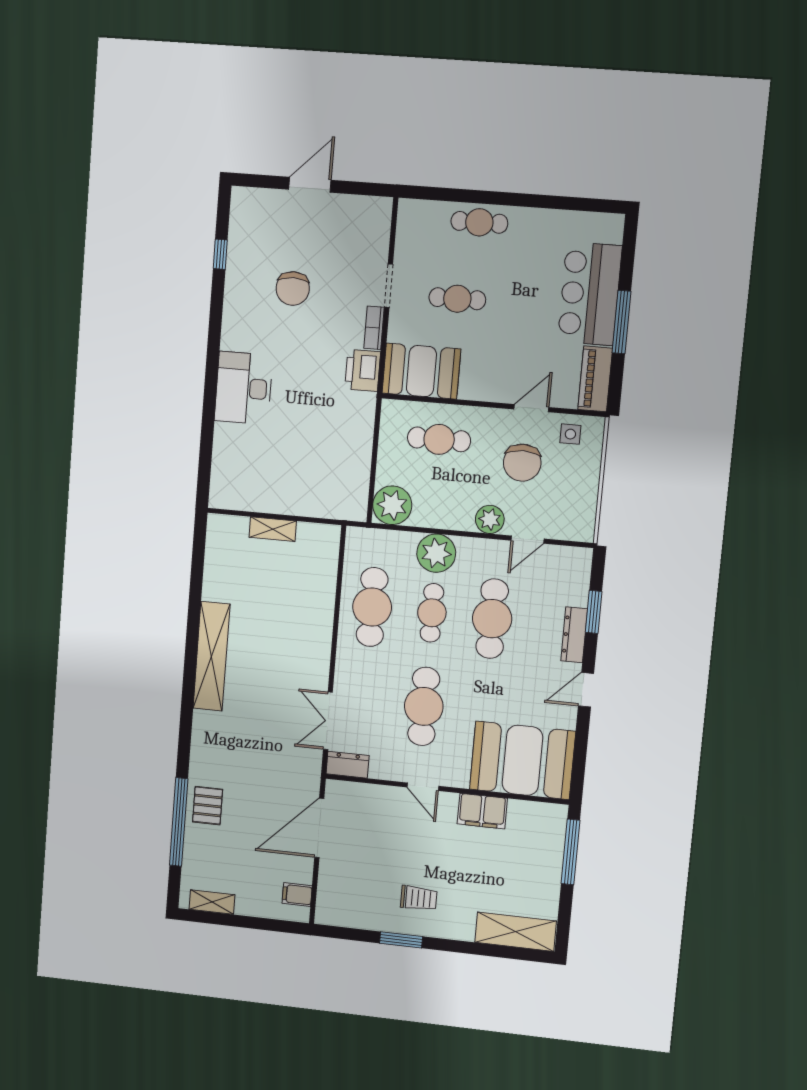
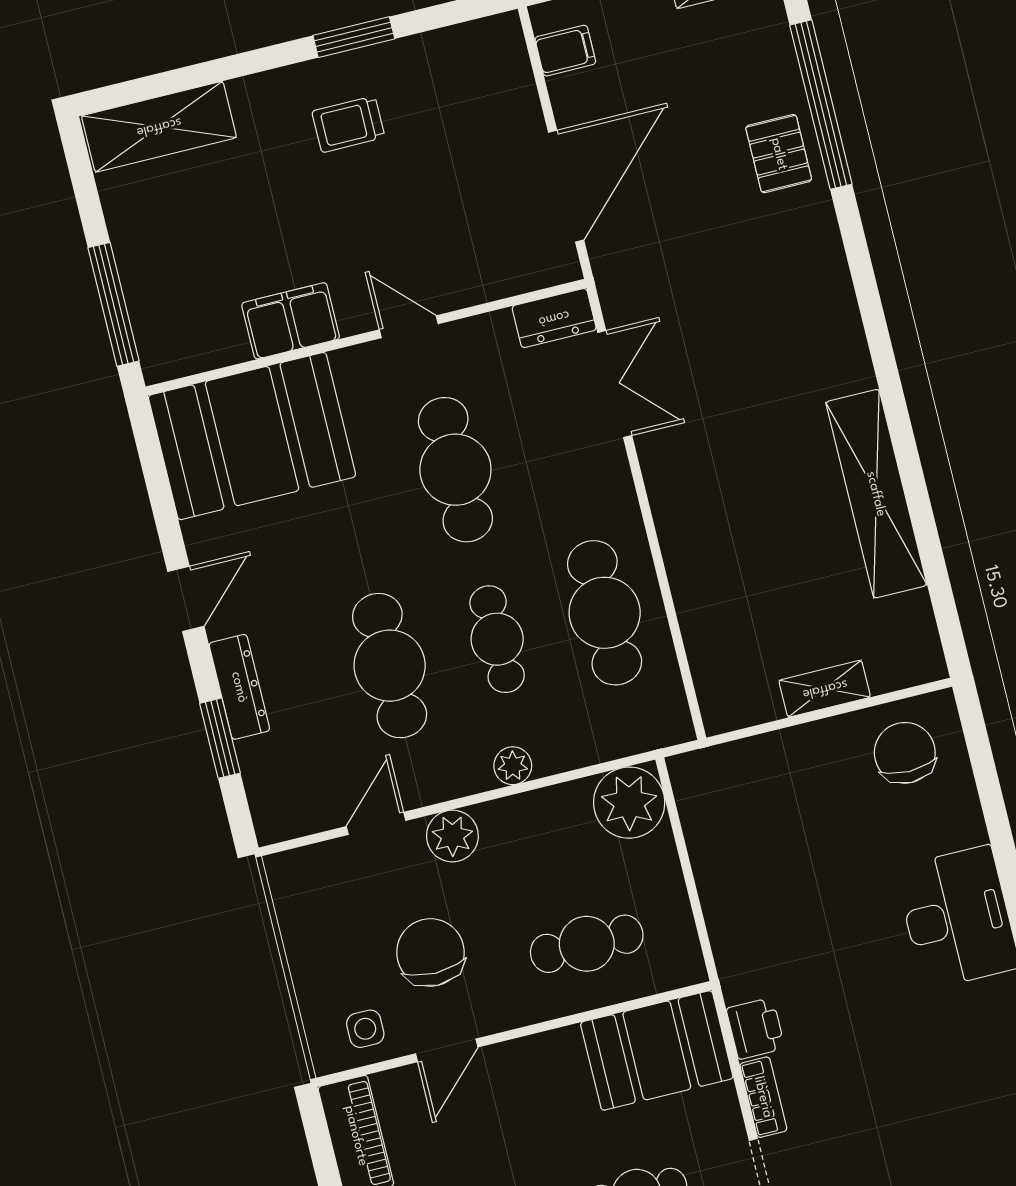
chair: (293, 289) -> (905, 753), moved
printer: (363, 370) -> (756, 1028), width x0.73, depth x0.81
plant: (436, 553) -> (513, 766), width x0.53, depth x0.53
shelving: (211, 656) -> (876, 494), moved

